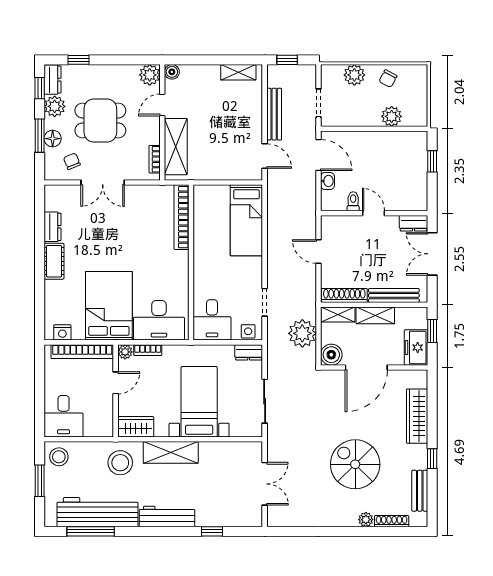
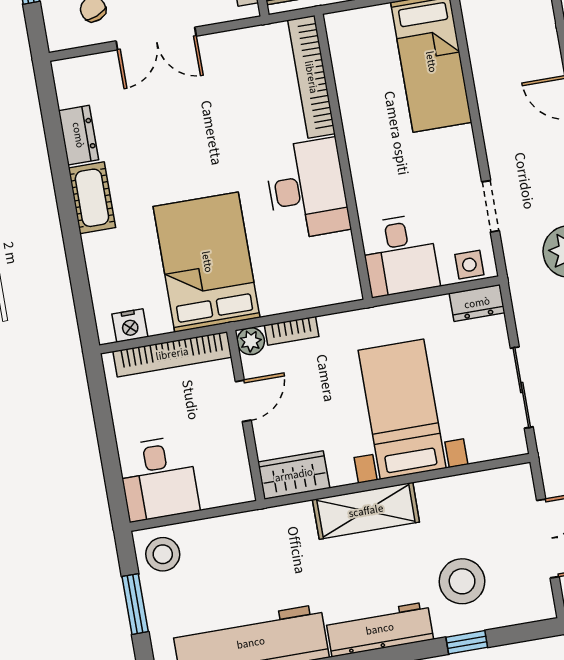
desk: (159, 320) -> (307, 189), moved, turned -90
stool: (120, 463) -> (462, 581), moved

